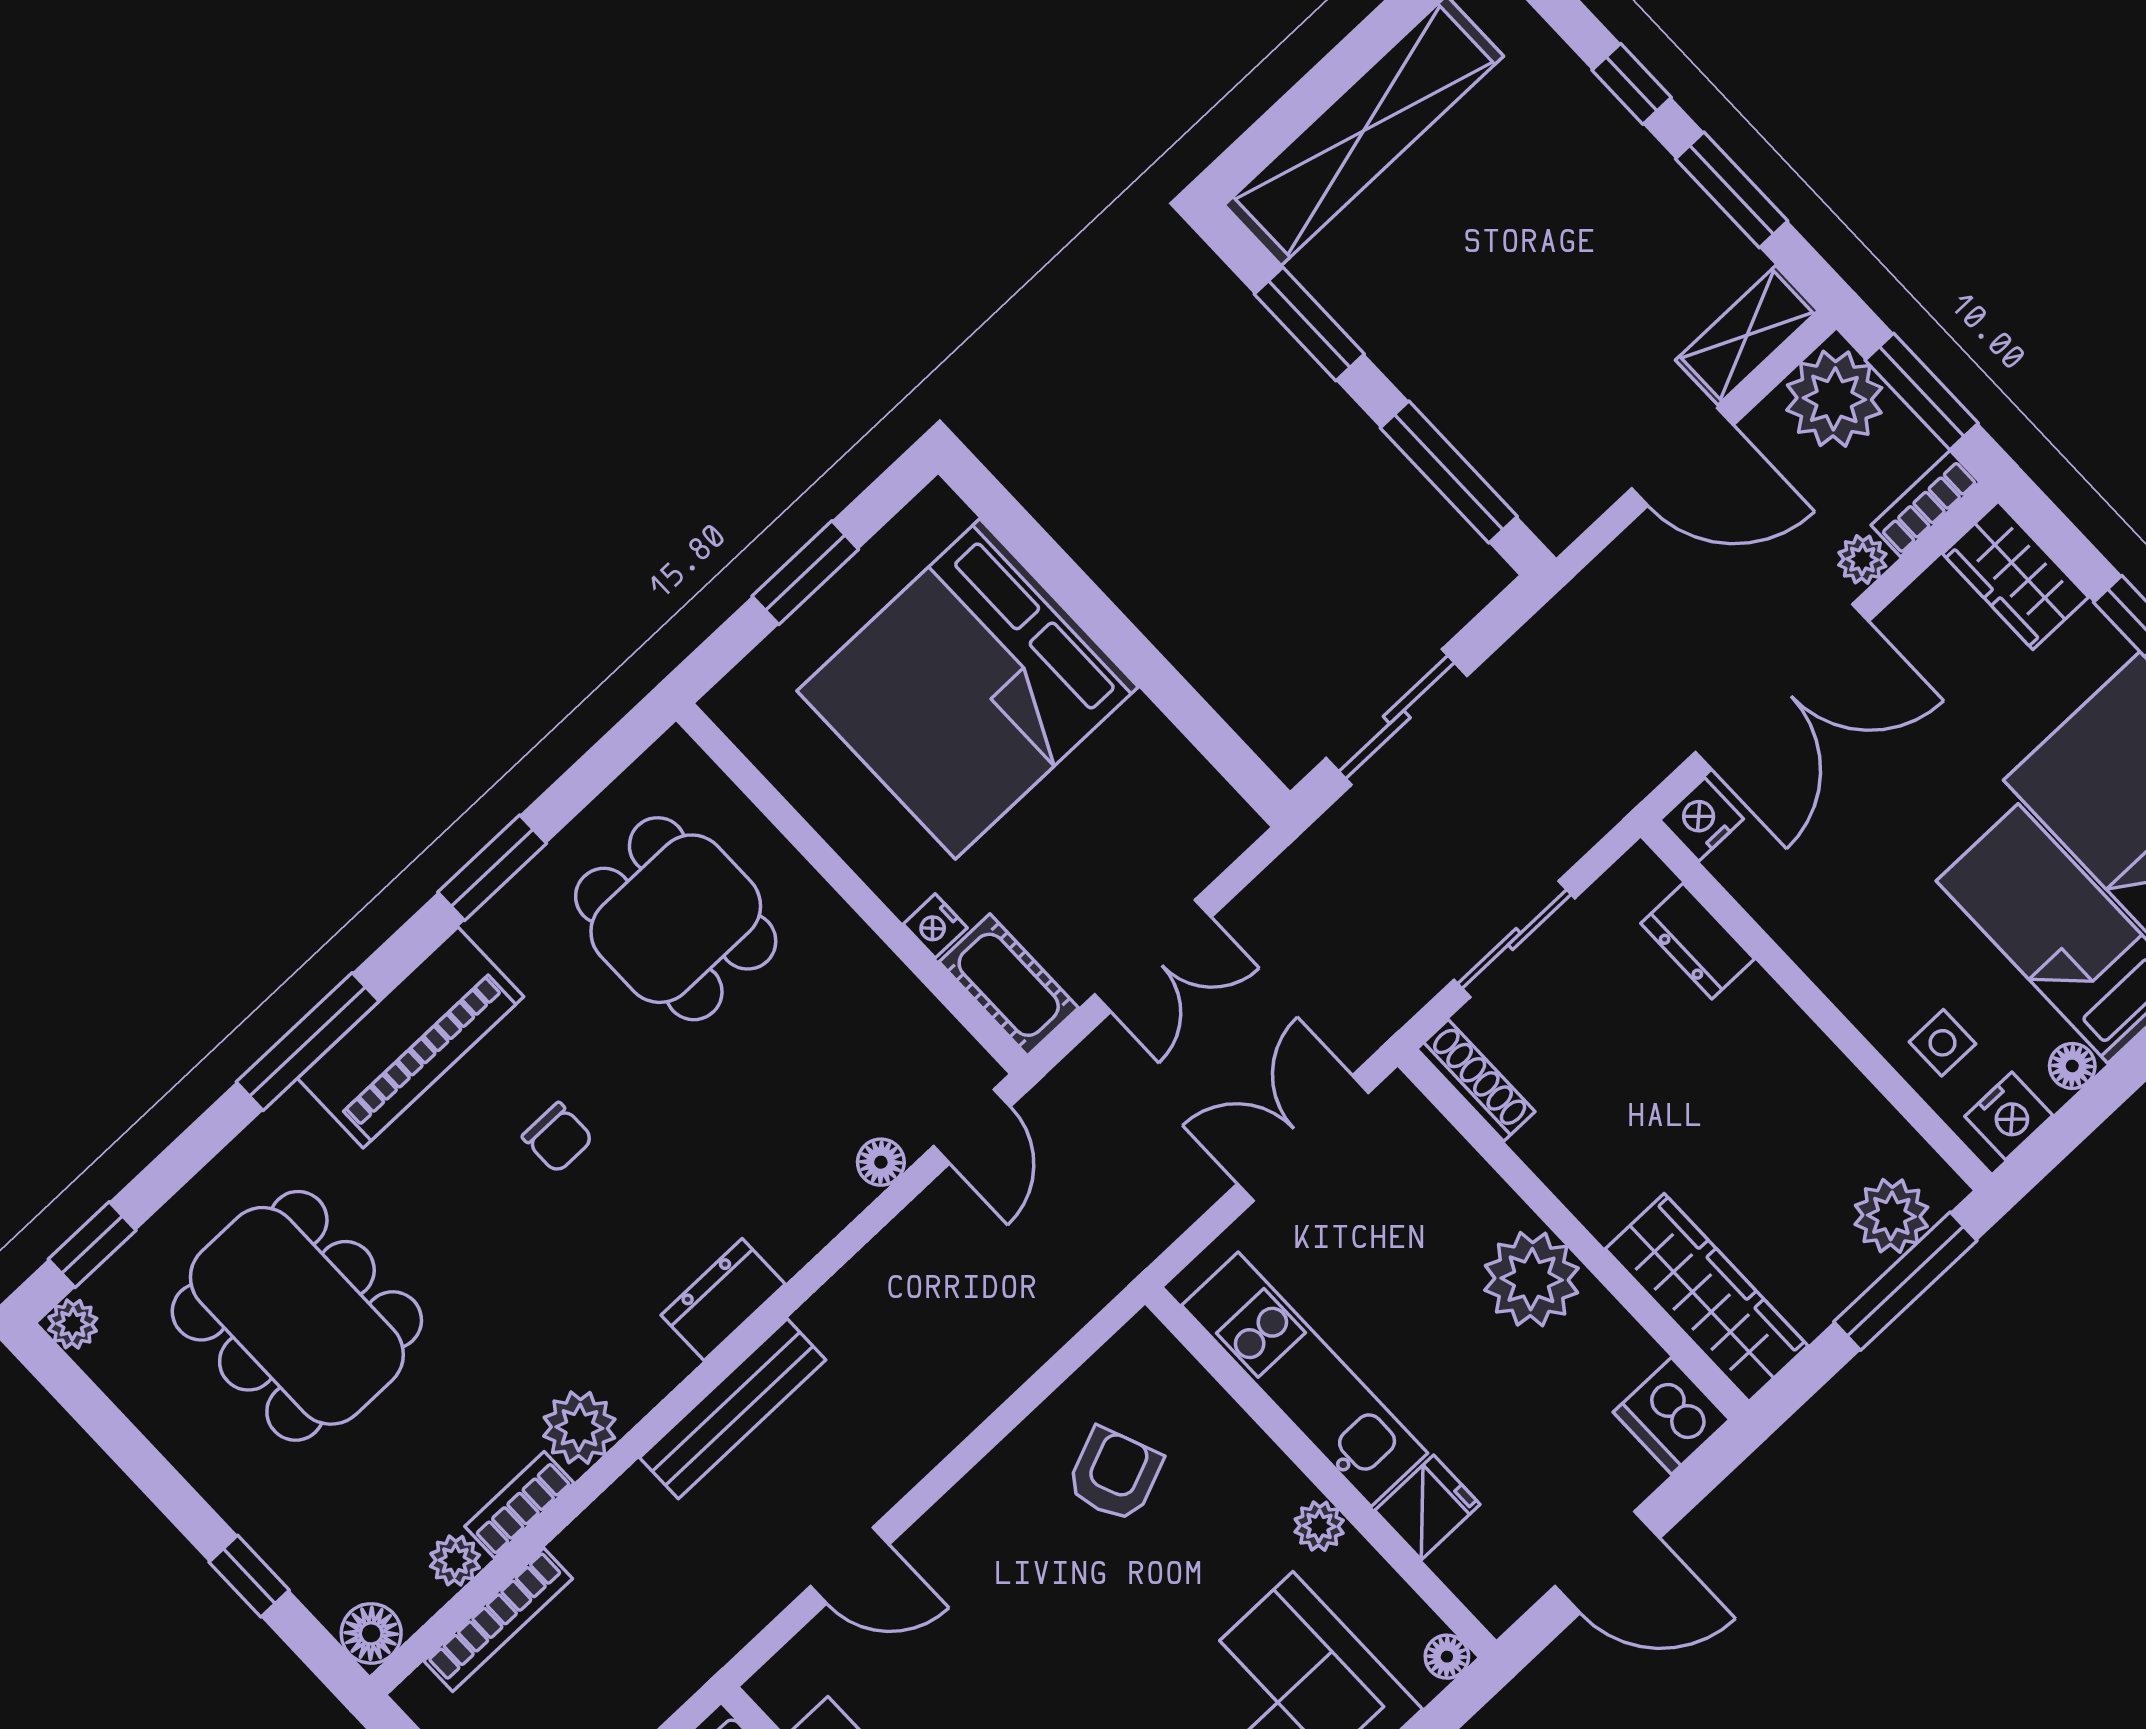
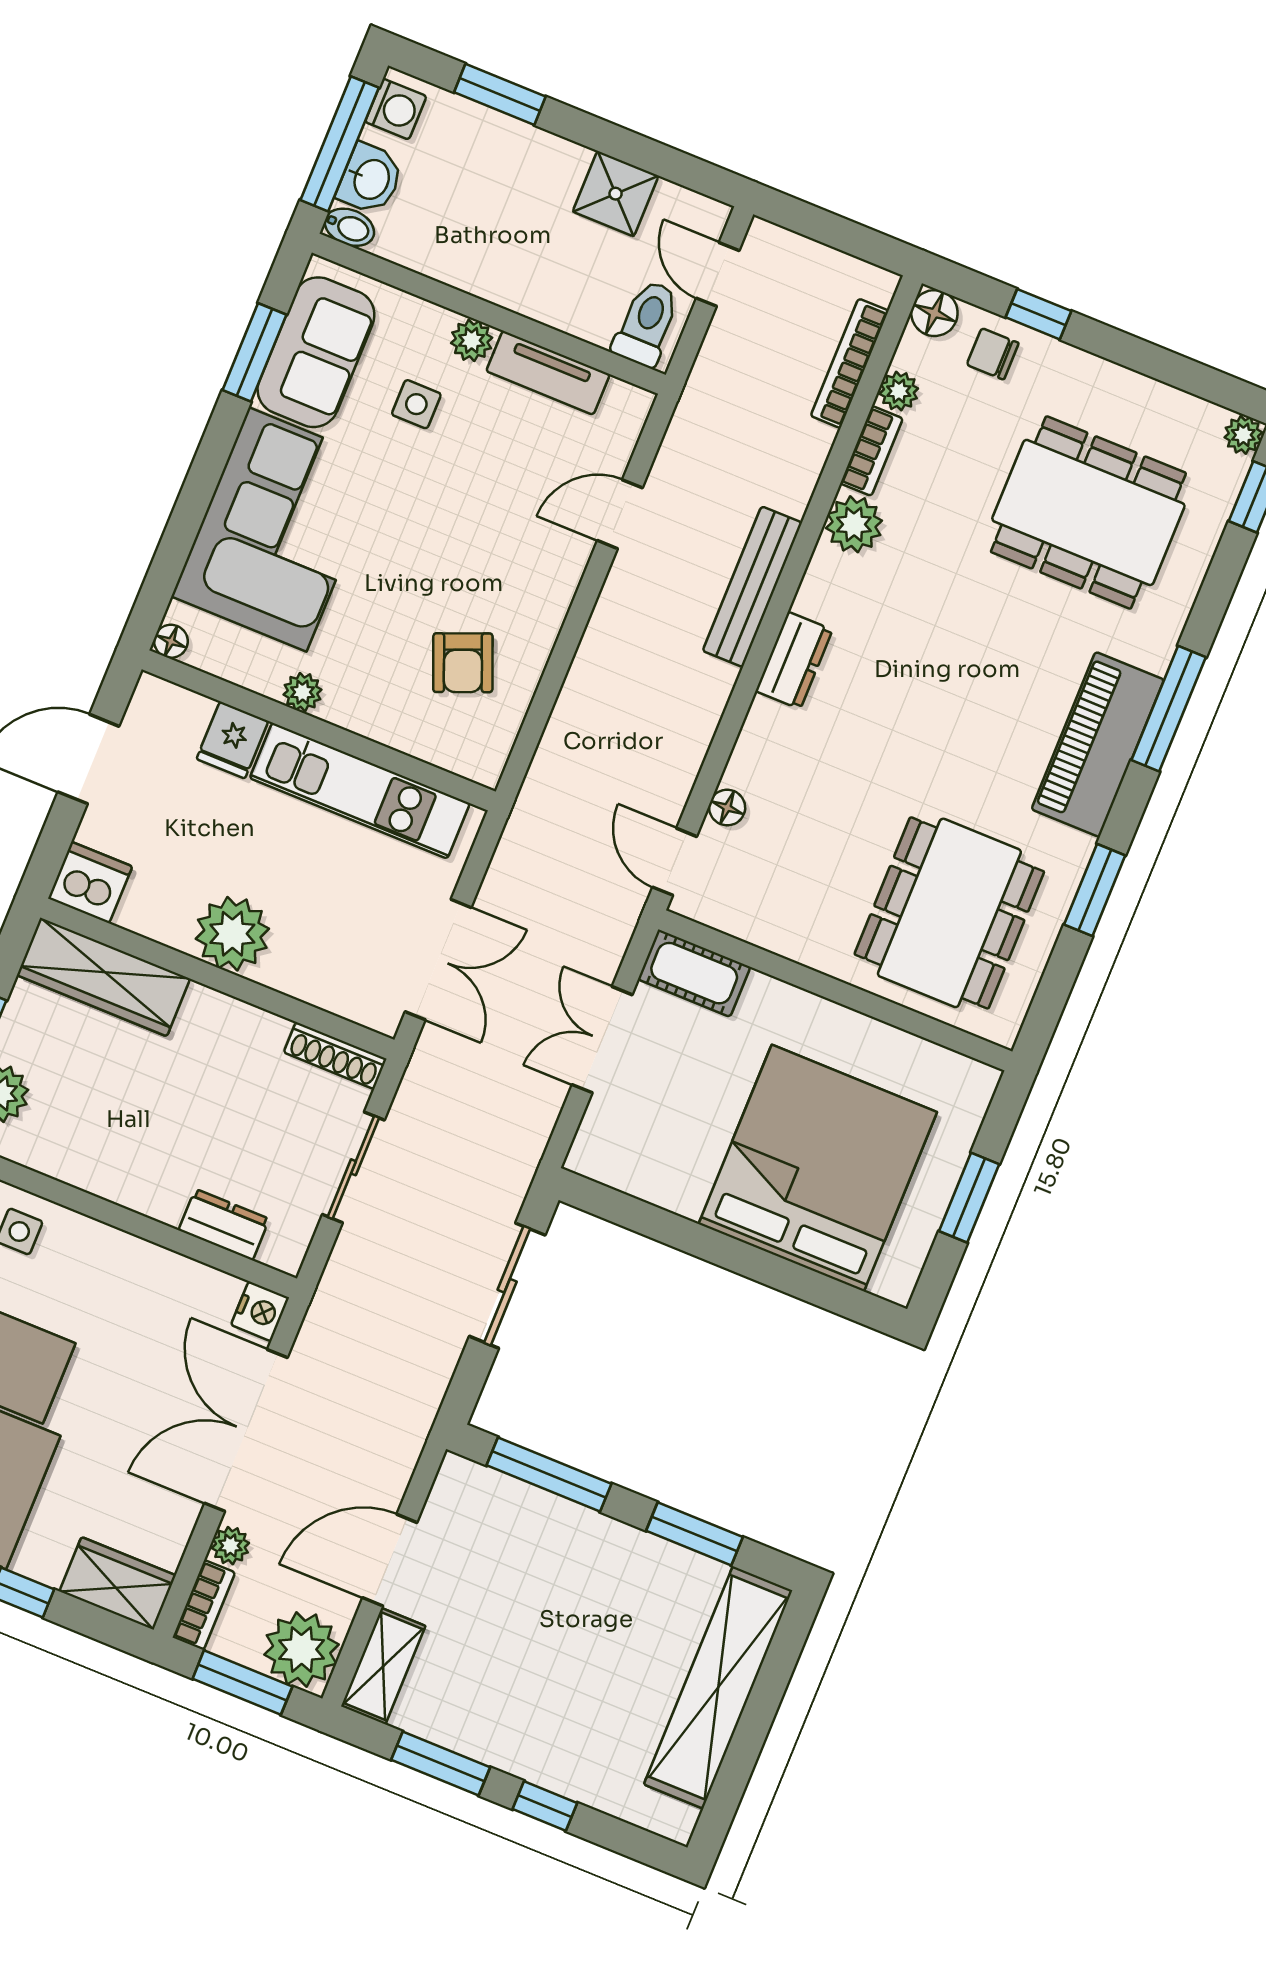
dining table: (676, 919) -> (949, 913), width x1.38
nightstand: (935, 926) -> (765, 991), removed
chair: (558, 1138) -> (993, 354), moved

